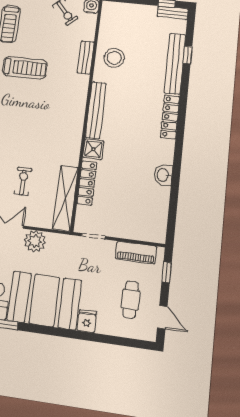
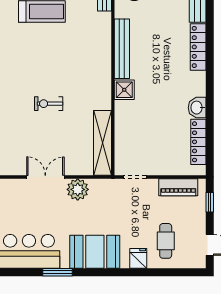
exercise bike: (23, 181) -> (49, 104), moved, turned -90
locker: (87, 183) -> (198, 142), moved, turned 180
booth: (44, 300) -> (95, 252), width x0.73, depth x0.70
cafe table: (131, 300) -> (166, 241), moved

